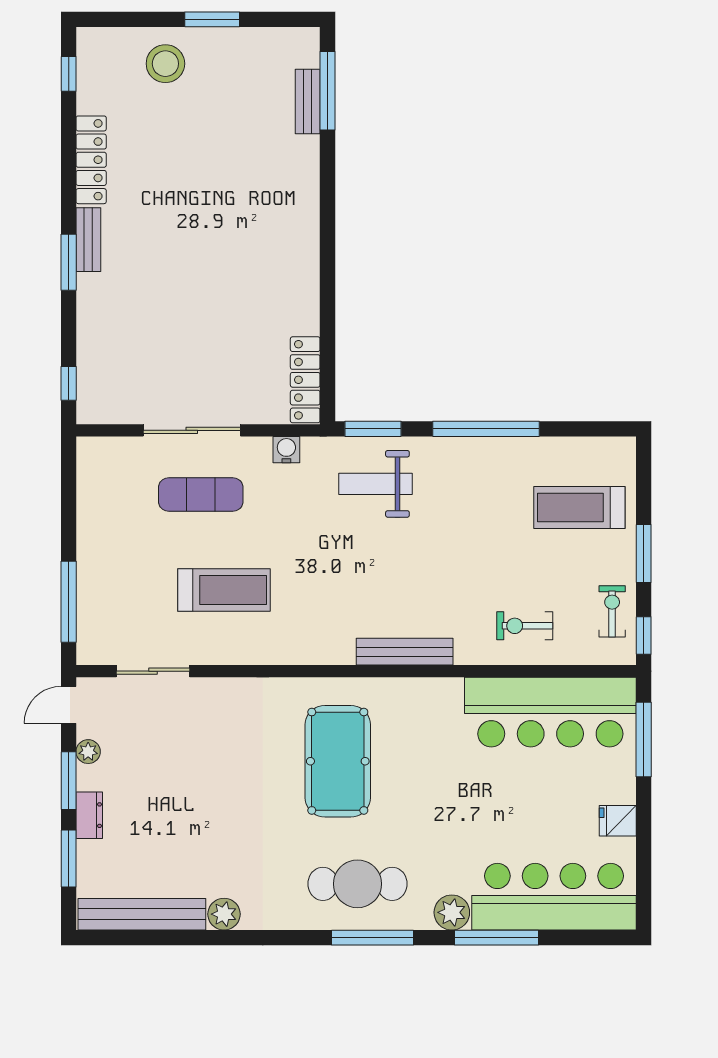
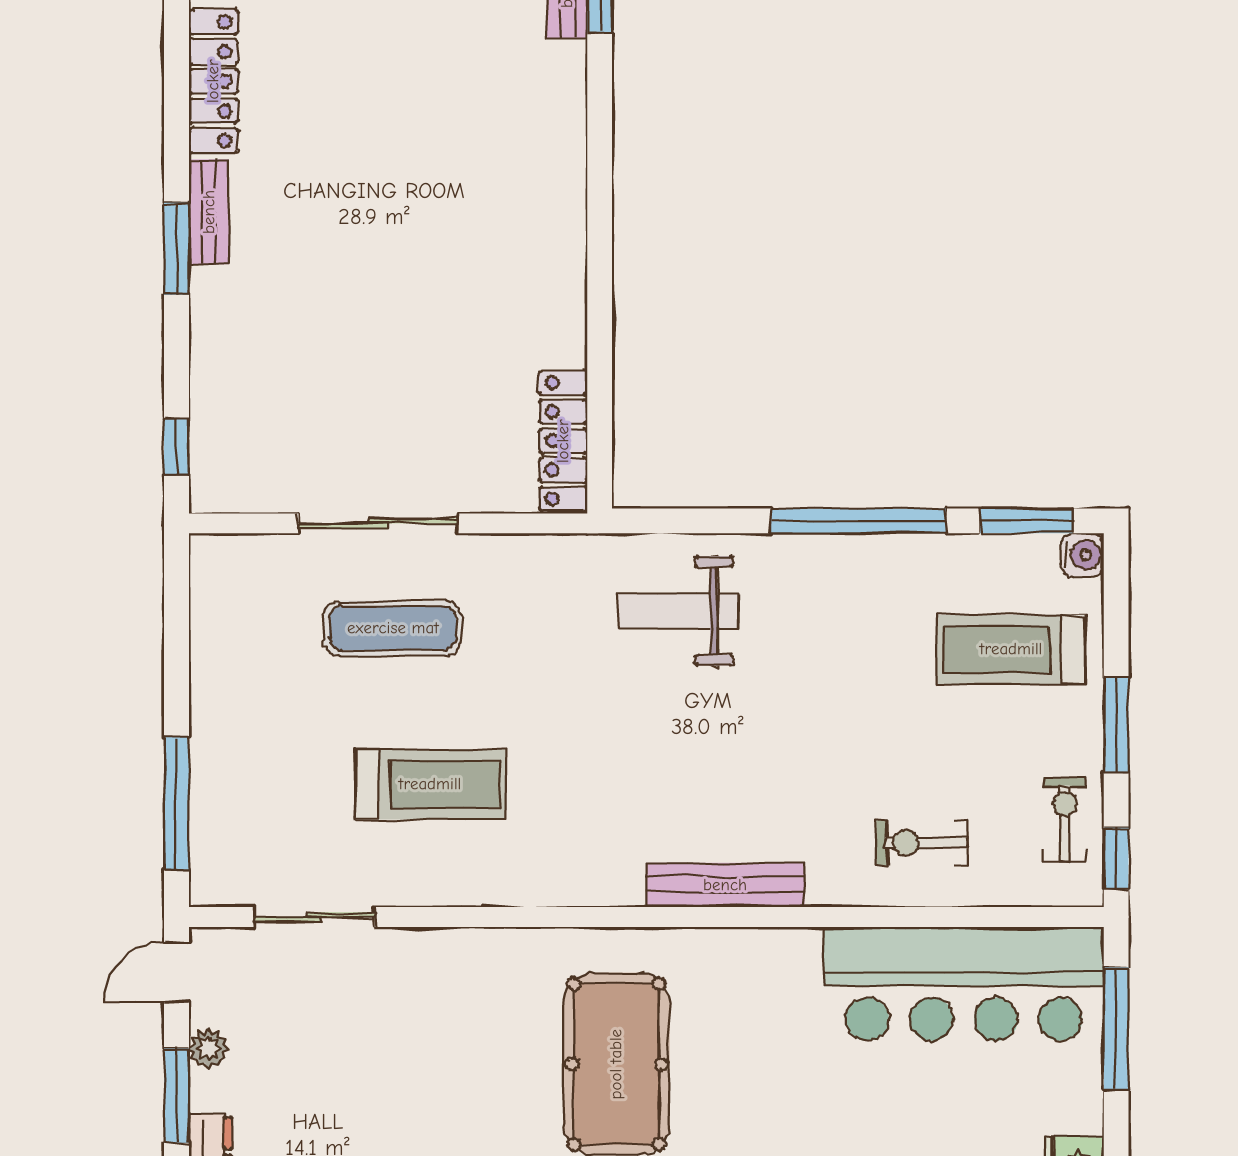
window: (373, 429) -> (1026, 521), moved
water cooler: (286, 450) -> (1082, 555), moved, turned 90

